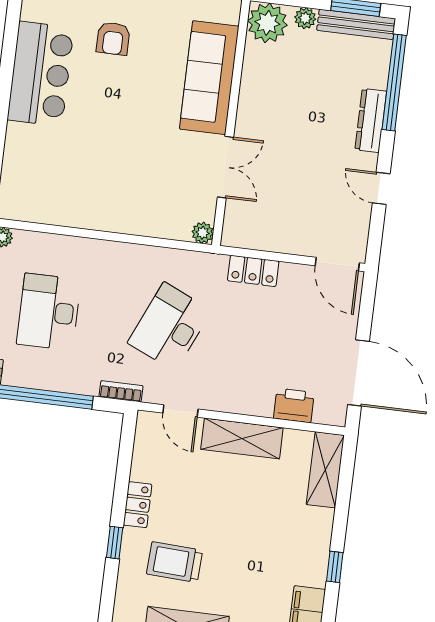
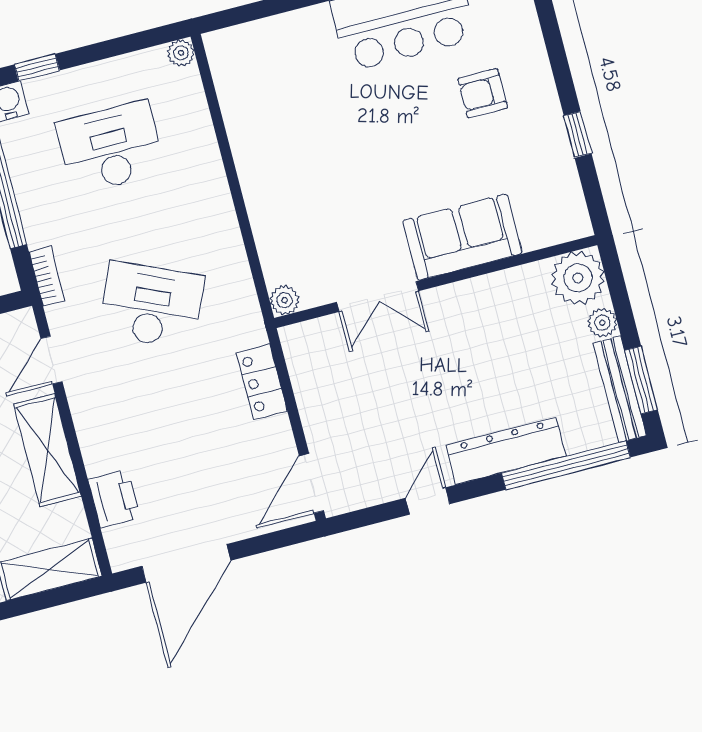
sofa: (209, 78) -> (462, 237), width x0.73
dresser: (371, 121) -> (506, 451), width x1.37, depth x1.24

